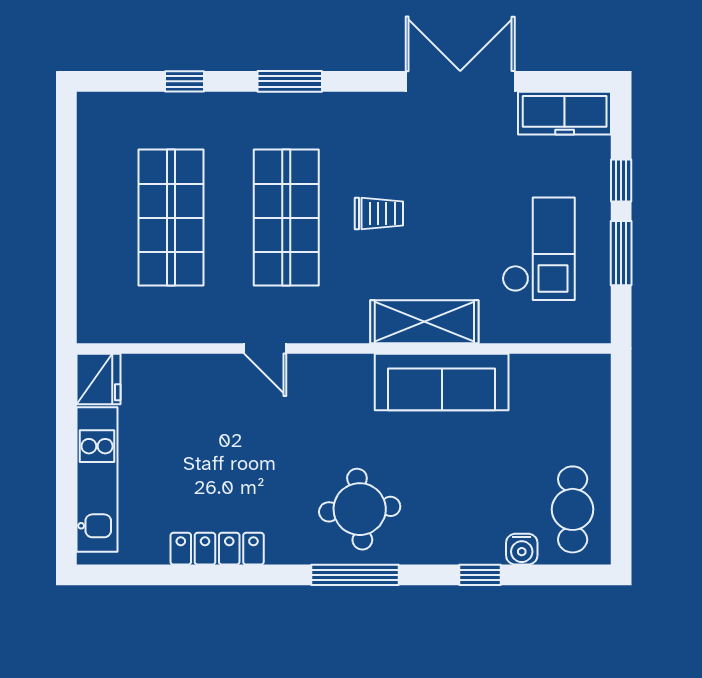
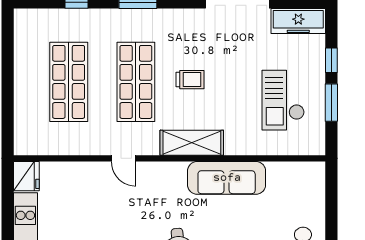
checkout: (539, 249) -> (283, 100), turned 180
shelving: (424, 322) -> (192, 143), moved

